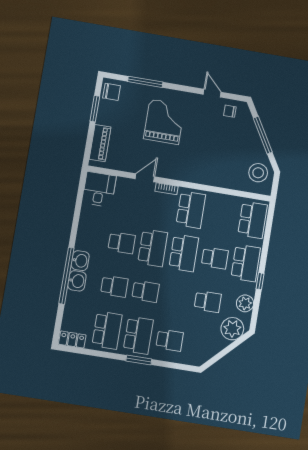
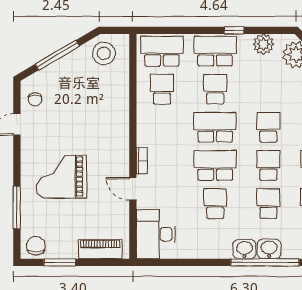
desk: (99, 189) -> (156, 234), width x1.37
school desk: (191, 210) -> (162, 89), moved, width x0.54
school desk: (208, 301) -> (268, 127), moved

